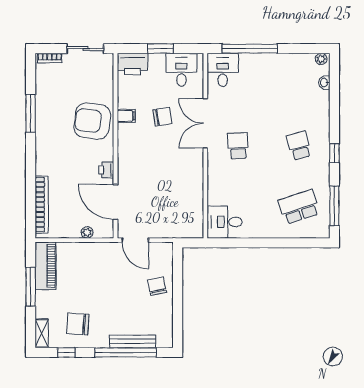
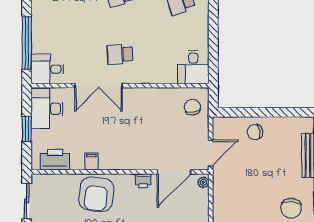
printer: (132, 64) -> (55, 160), moved, turned -90
desk: (181, 70) -> (47, 109), width x1.37
chair: (162, 117) -> (192, 107), moved
plant: (87, 232) -> (203, 182), moved

